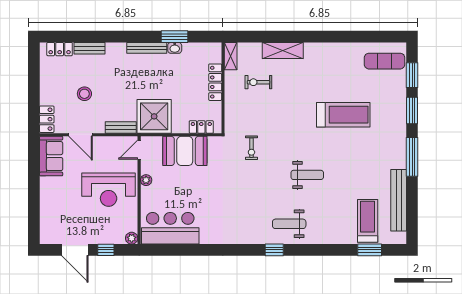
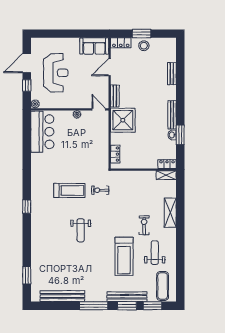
locker: (60, 49) -> (171, 52), removed
locker: (215, 82) -> (167, 164), moved, width x0.66
exercise bike: (258, 82) -> (144, 225), moved
window: (34, 90) -> (142, 34), added
stool: (84, 94) -> (144, 46), moved
bench: (399, 111) -> (127, 297), added
booth: (185, 151) -> (98, 142), removed
reception desk: (109, 190) -> (56, 73), moved, turned 180
treadmill: (368, 221) -> (69, 190), moved
weight bench: (289, 224) -> (155, 253), moved

